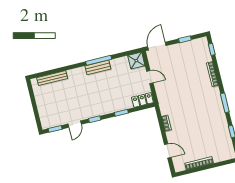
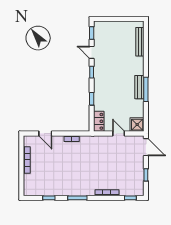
door: (150, 77) -> (119, 133), swing flipped
door: (168, 151) -> (45, 133), hinge flipped

